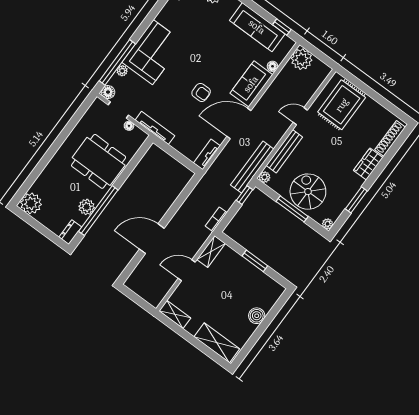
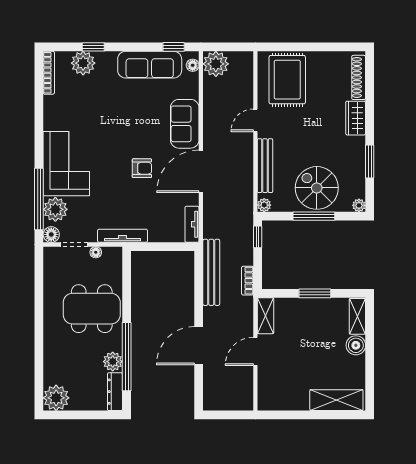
floor lamp: (273, 66) -> (193, 65), moved
plant: (122, 71) -> (55, 209), width x1.88, depth x1.88
bench: (252, 167) -> (211, 272), moved
dresser: (70, 232) -> (115, 392), width x1.44
shelving: (175, 314) -> (357, 316), moved, turned 90

